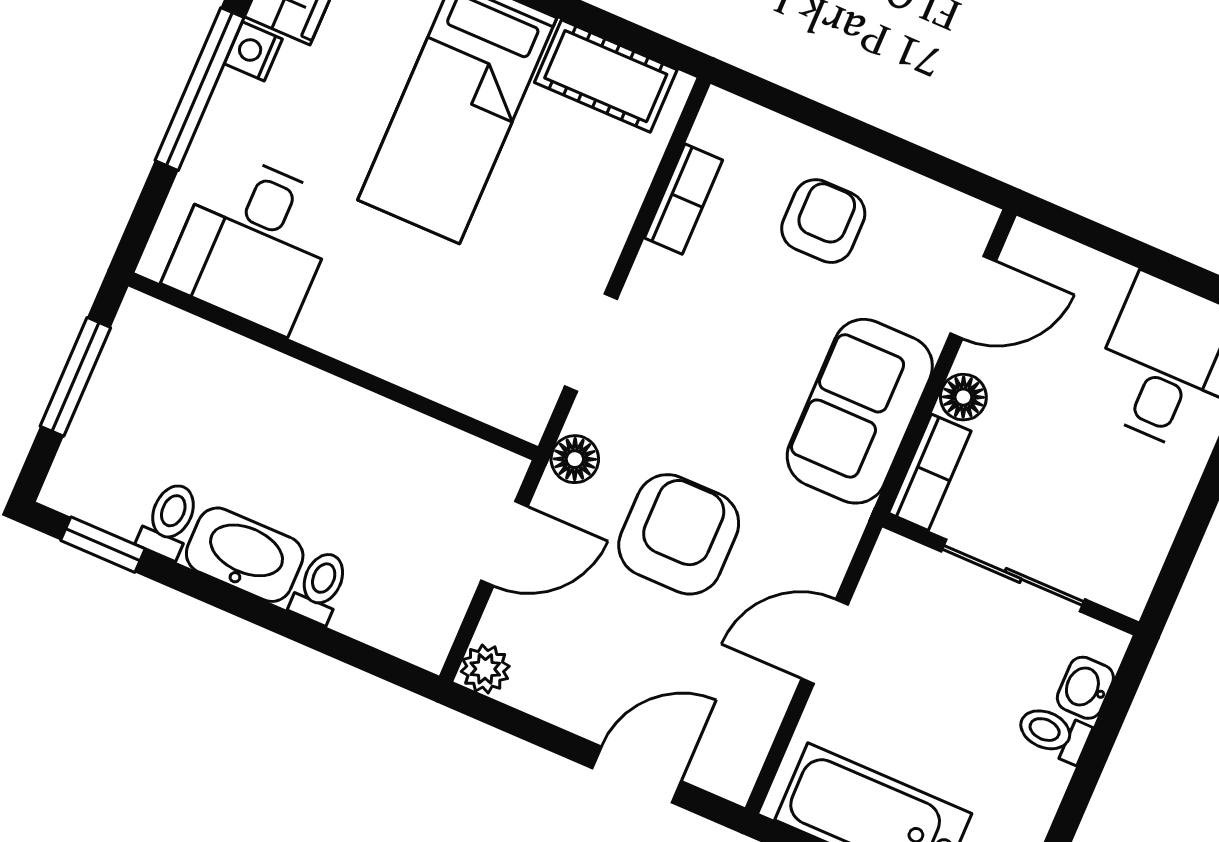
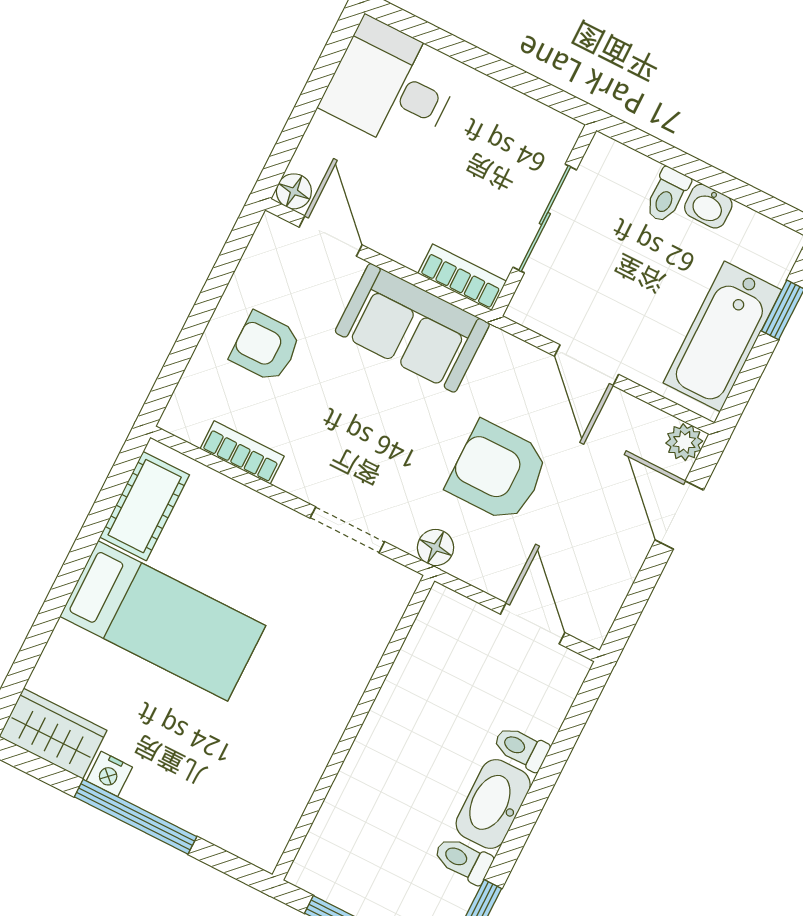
desk: (253, 242) -> (255, 783), removed
floor lamp: (963, 397) -> (294, 191), moved
door: (504, 544) -> (533, 623), moved
plant: (485, 669) -> (684, 442), moved
washbasin: (1085, 688) -> (708, 206), moved

